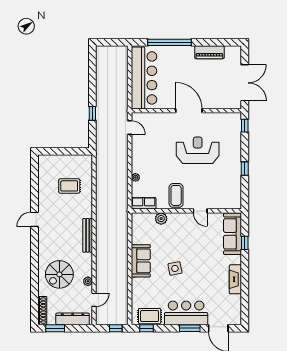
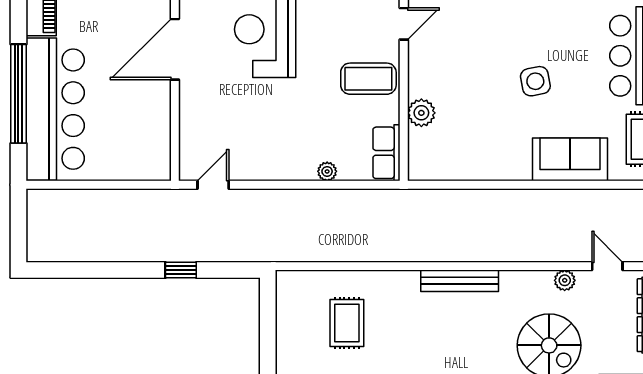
bar counter: (144, 78) -> (55, 109), moved, turned 90
sofa: (141, 261) -> (570, 159), moved

